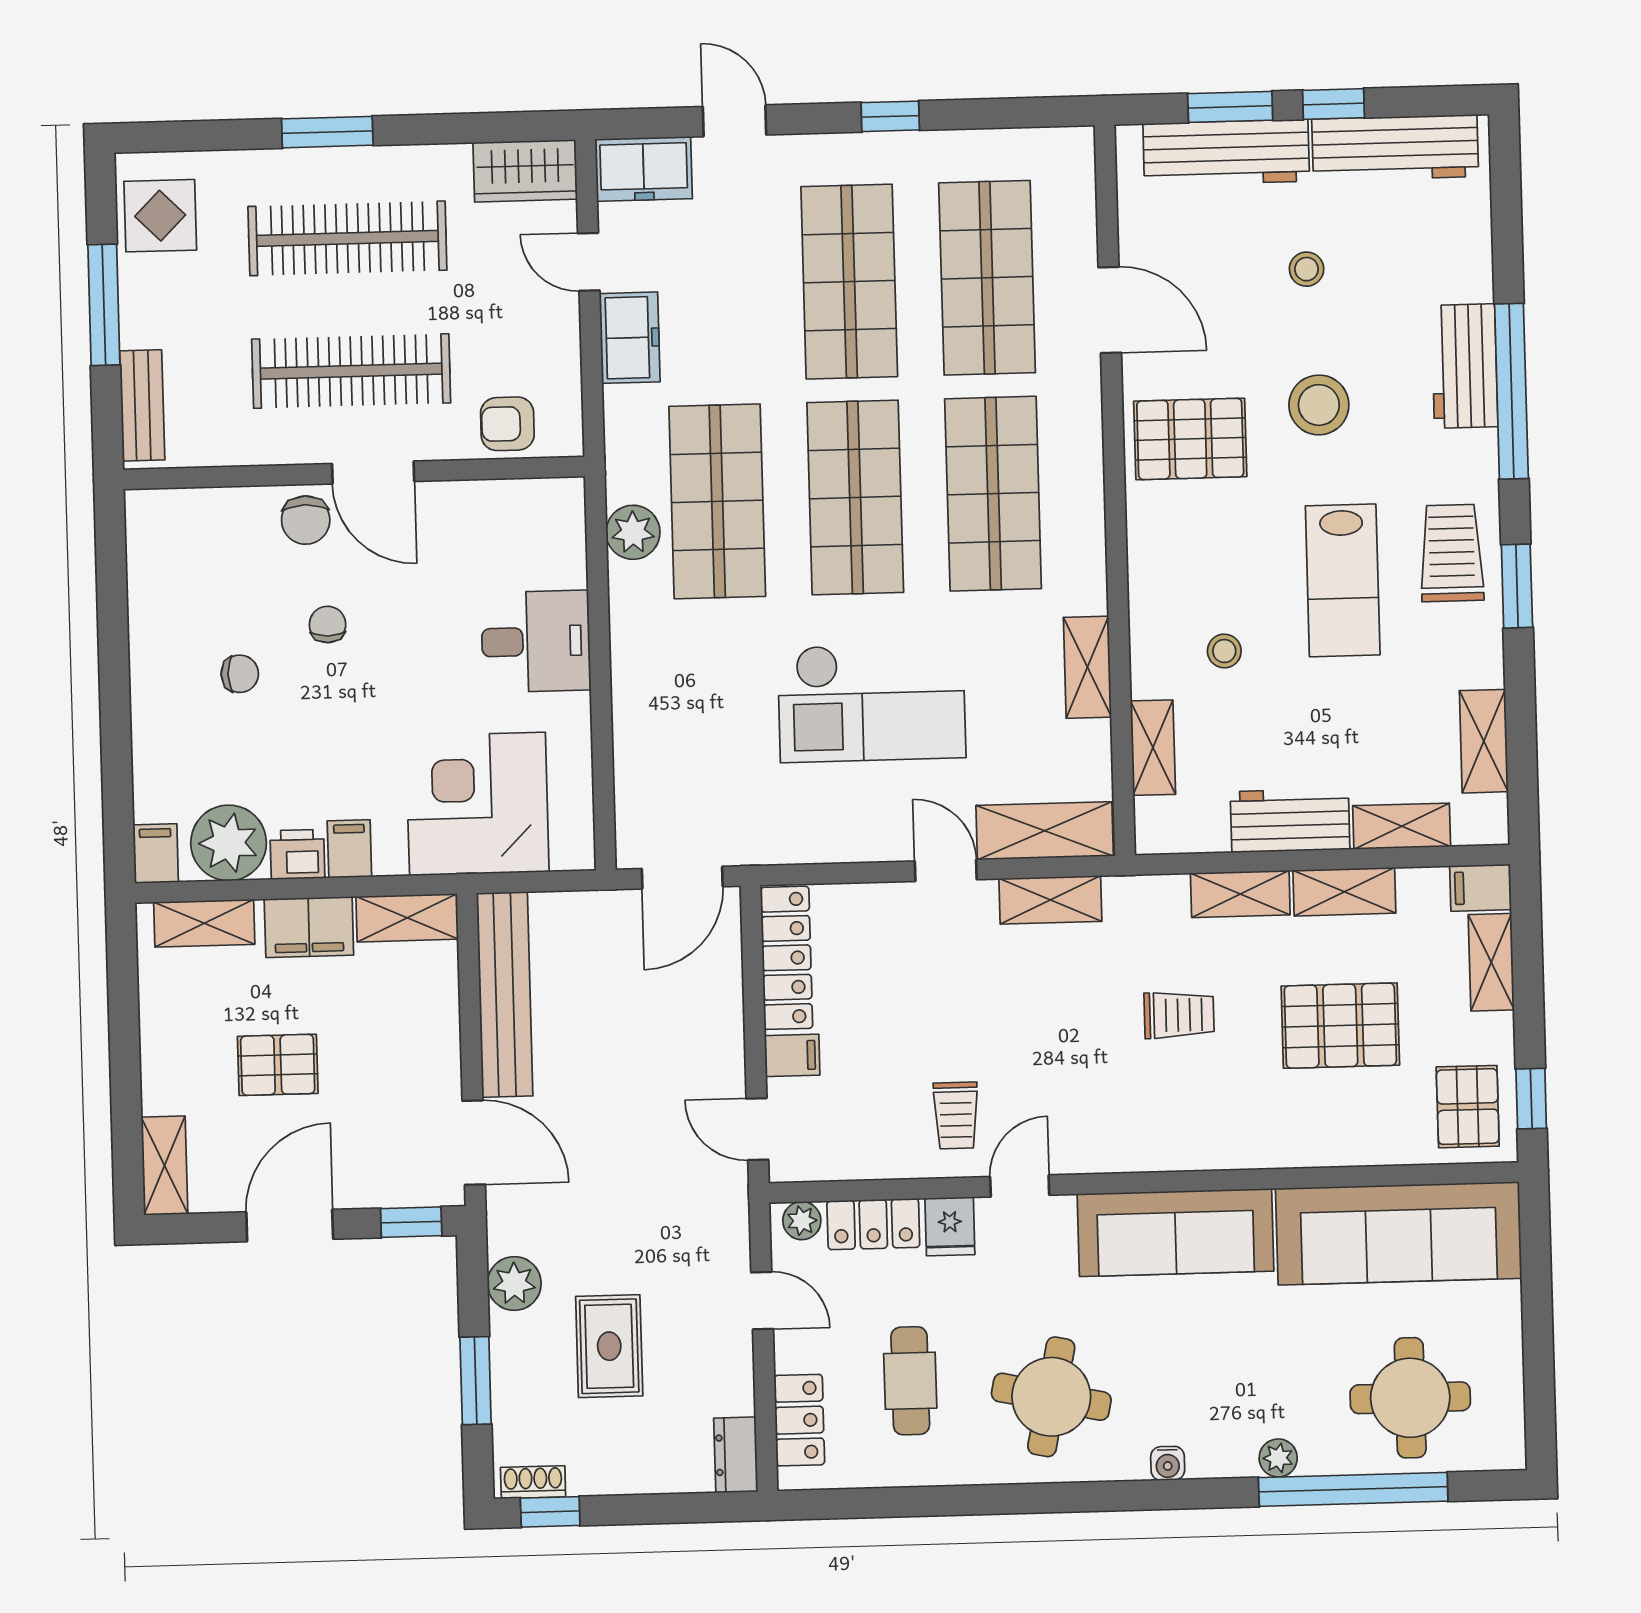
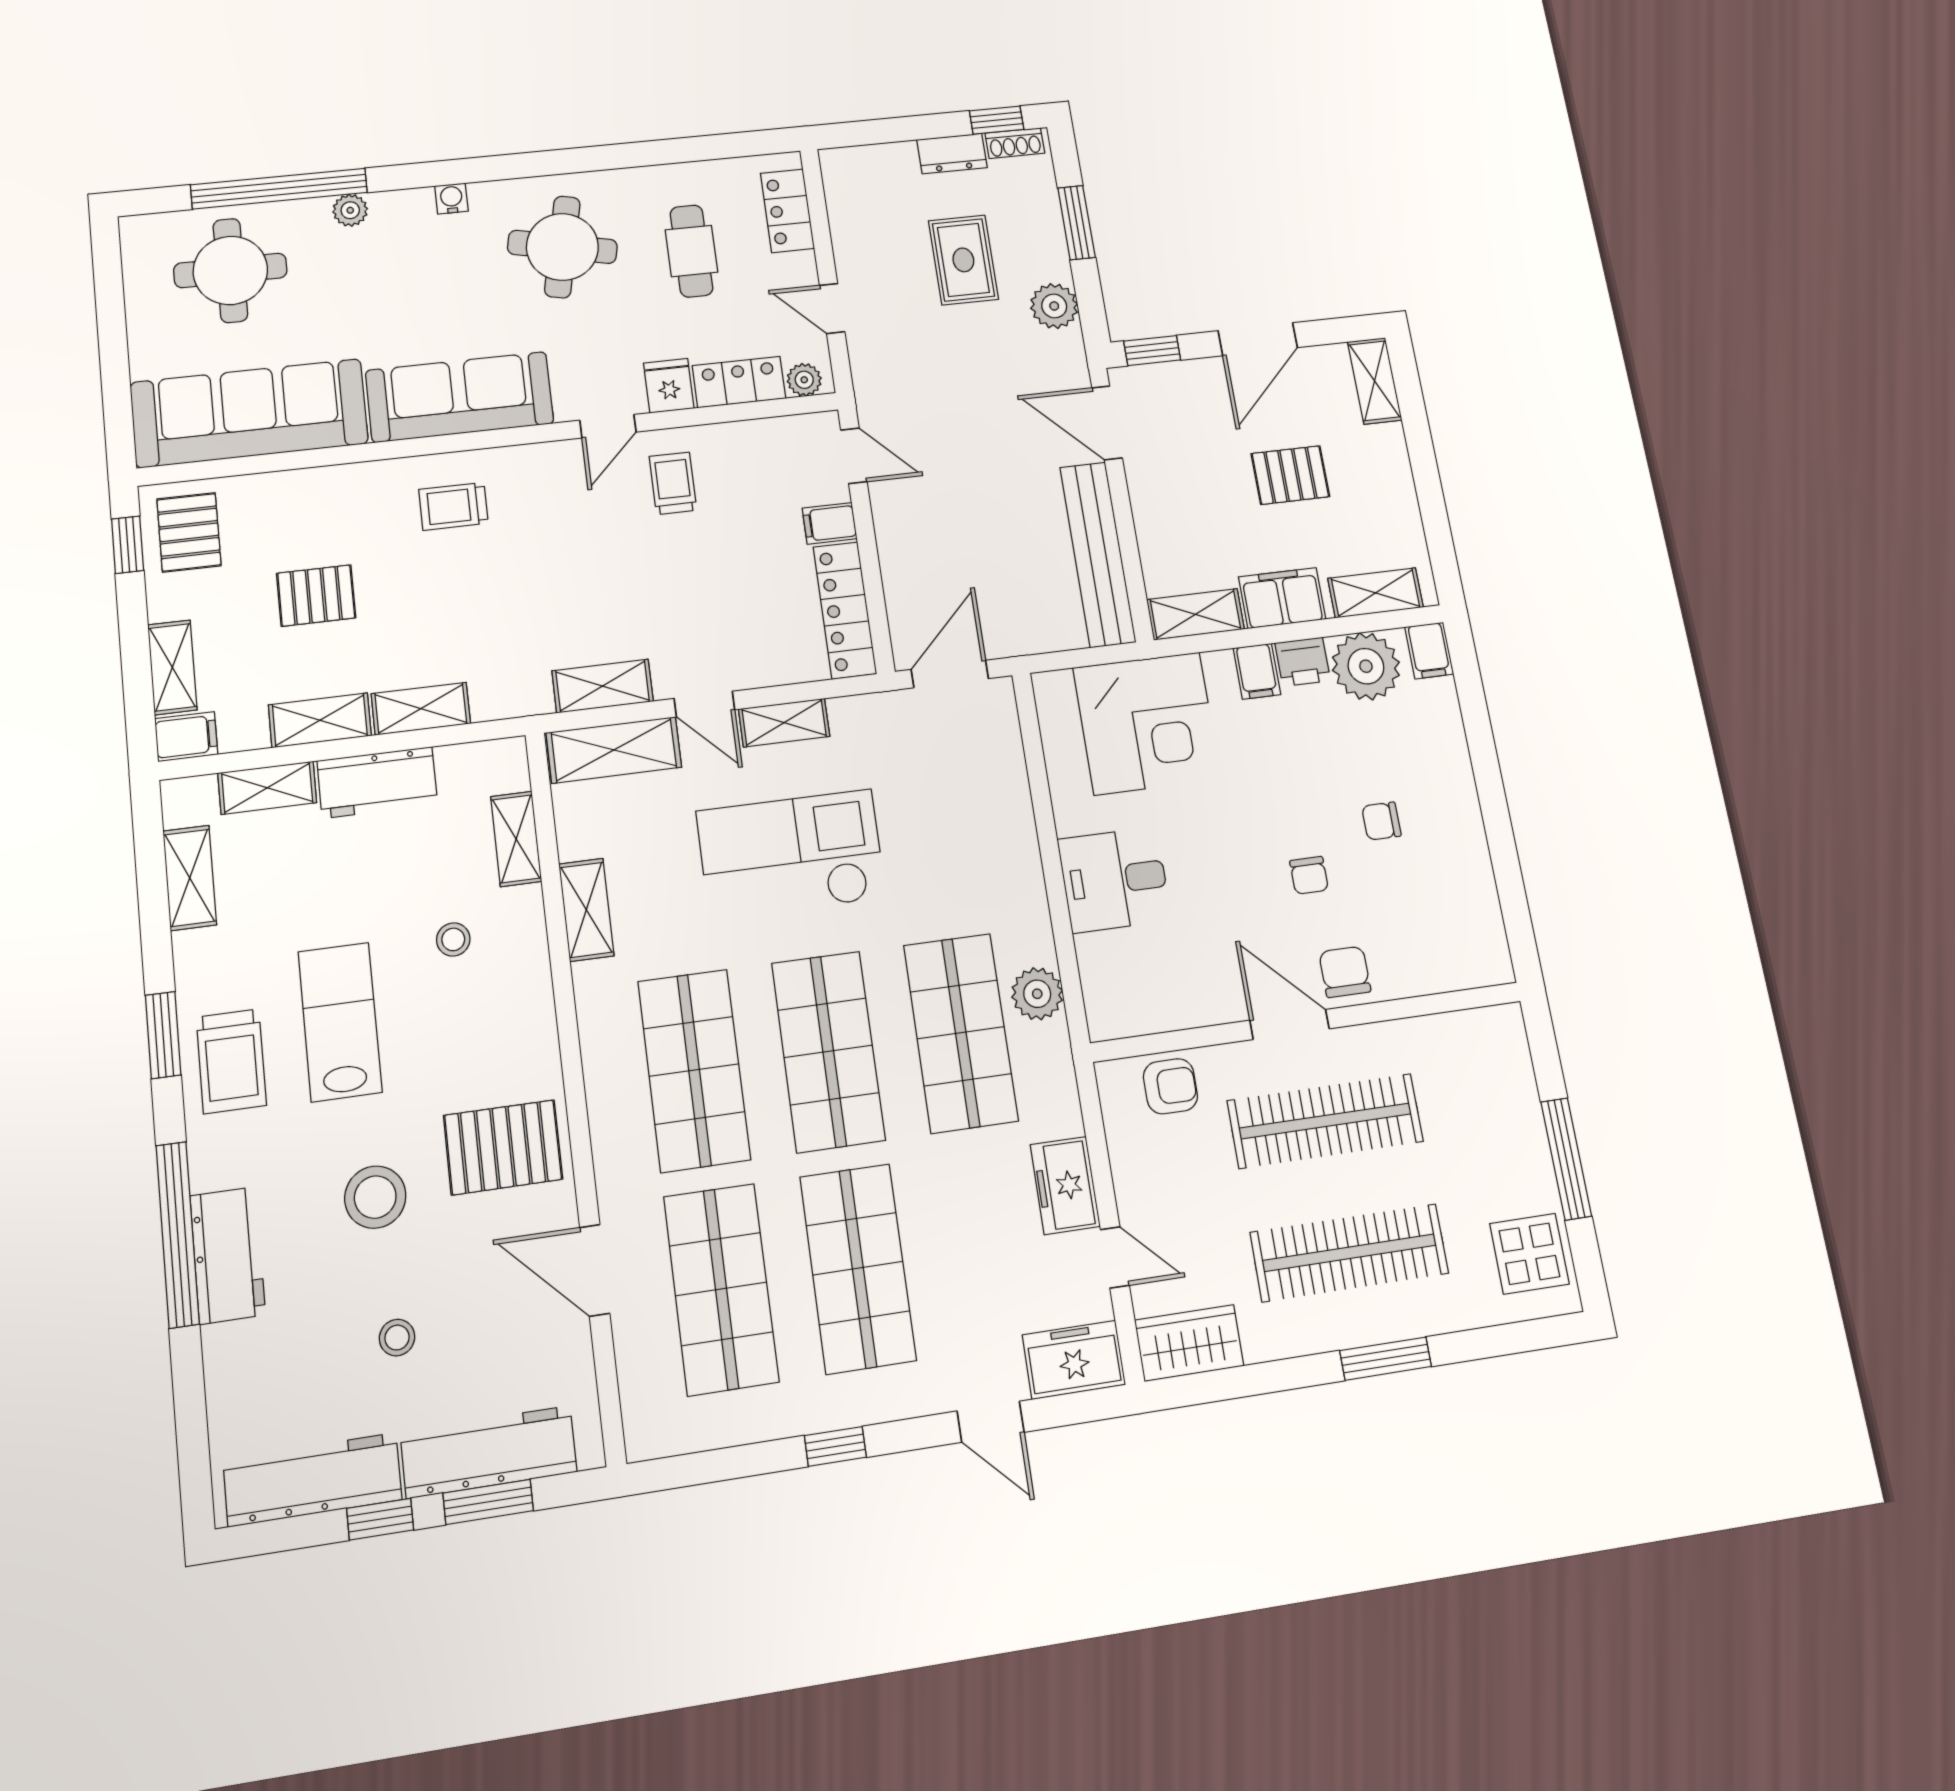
bench: (142, 405) -> (1514, 1065), removed
shelving: (864, 842) -> (784, 723), added
trolley: (1179, 1015) -> (453, 506), moved
pallet: (1340, 1026) -> (316, 596), width x0.67, depth x0.71
dresser: (736, 1455) -> (952, 154), moved, turned 90

